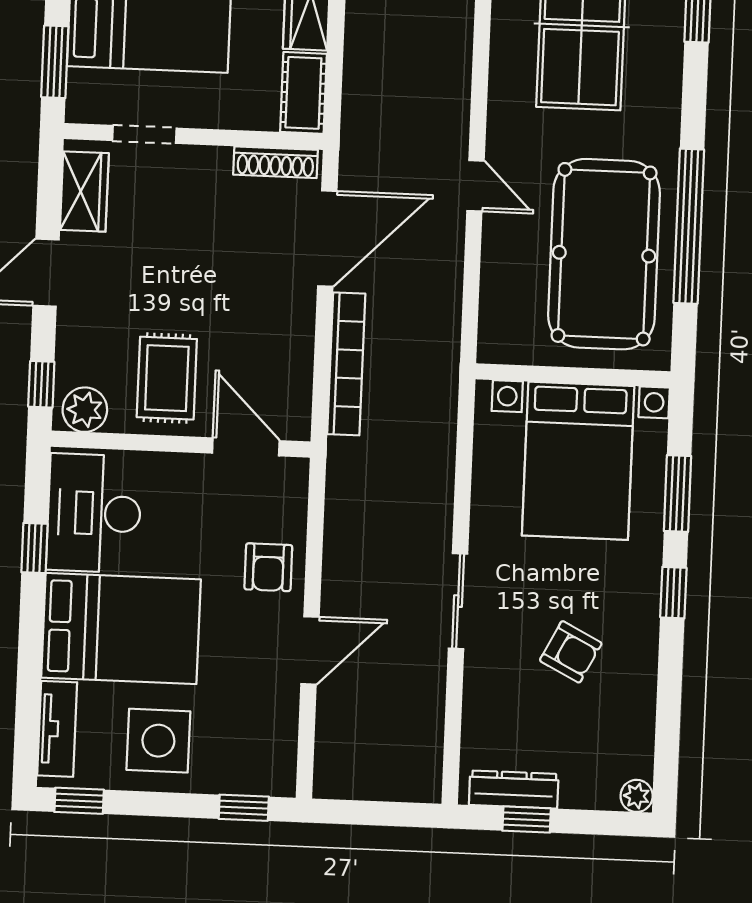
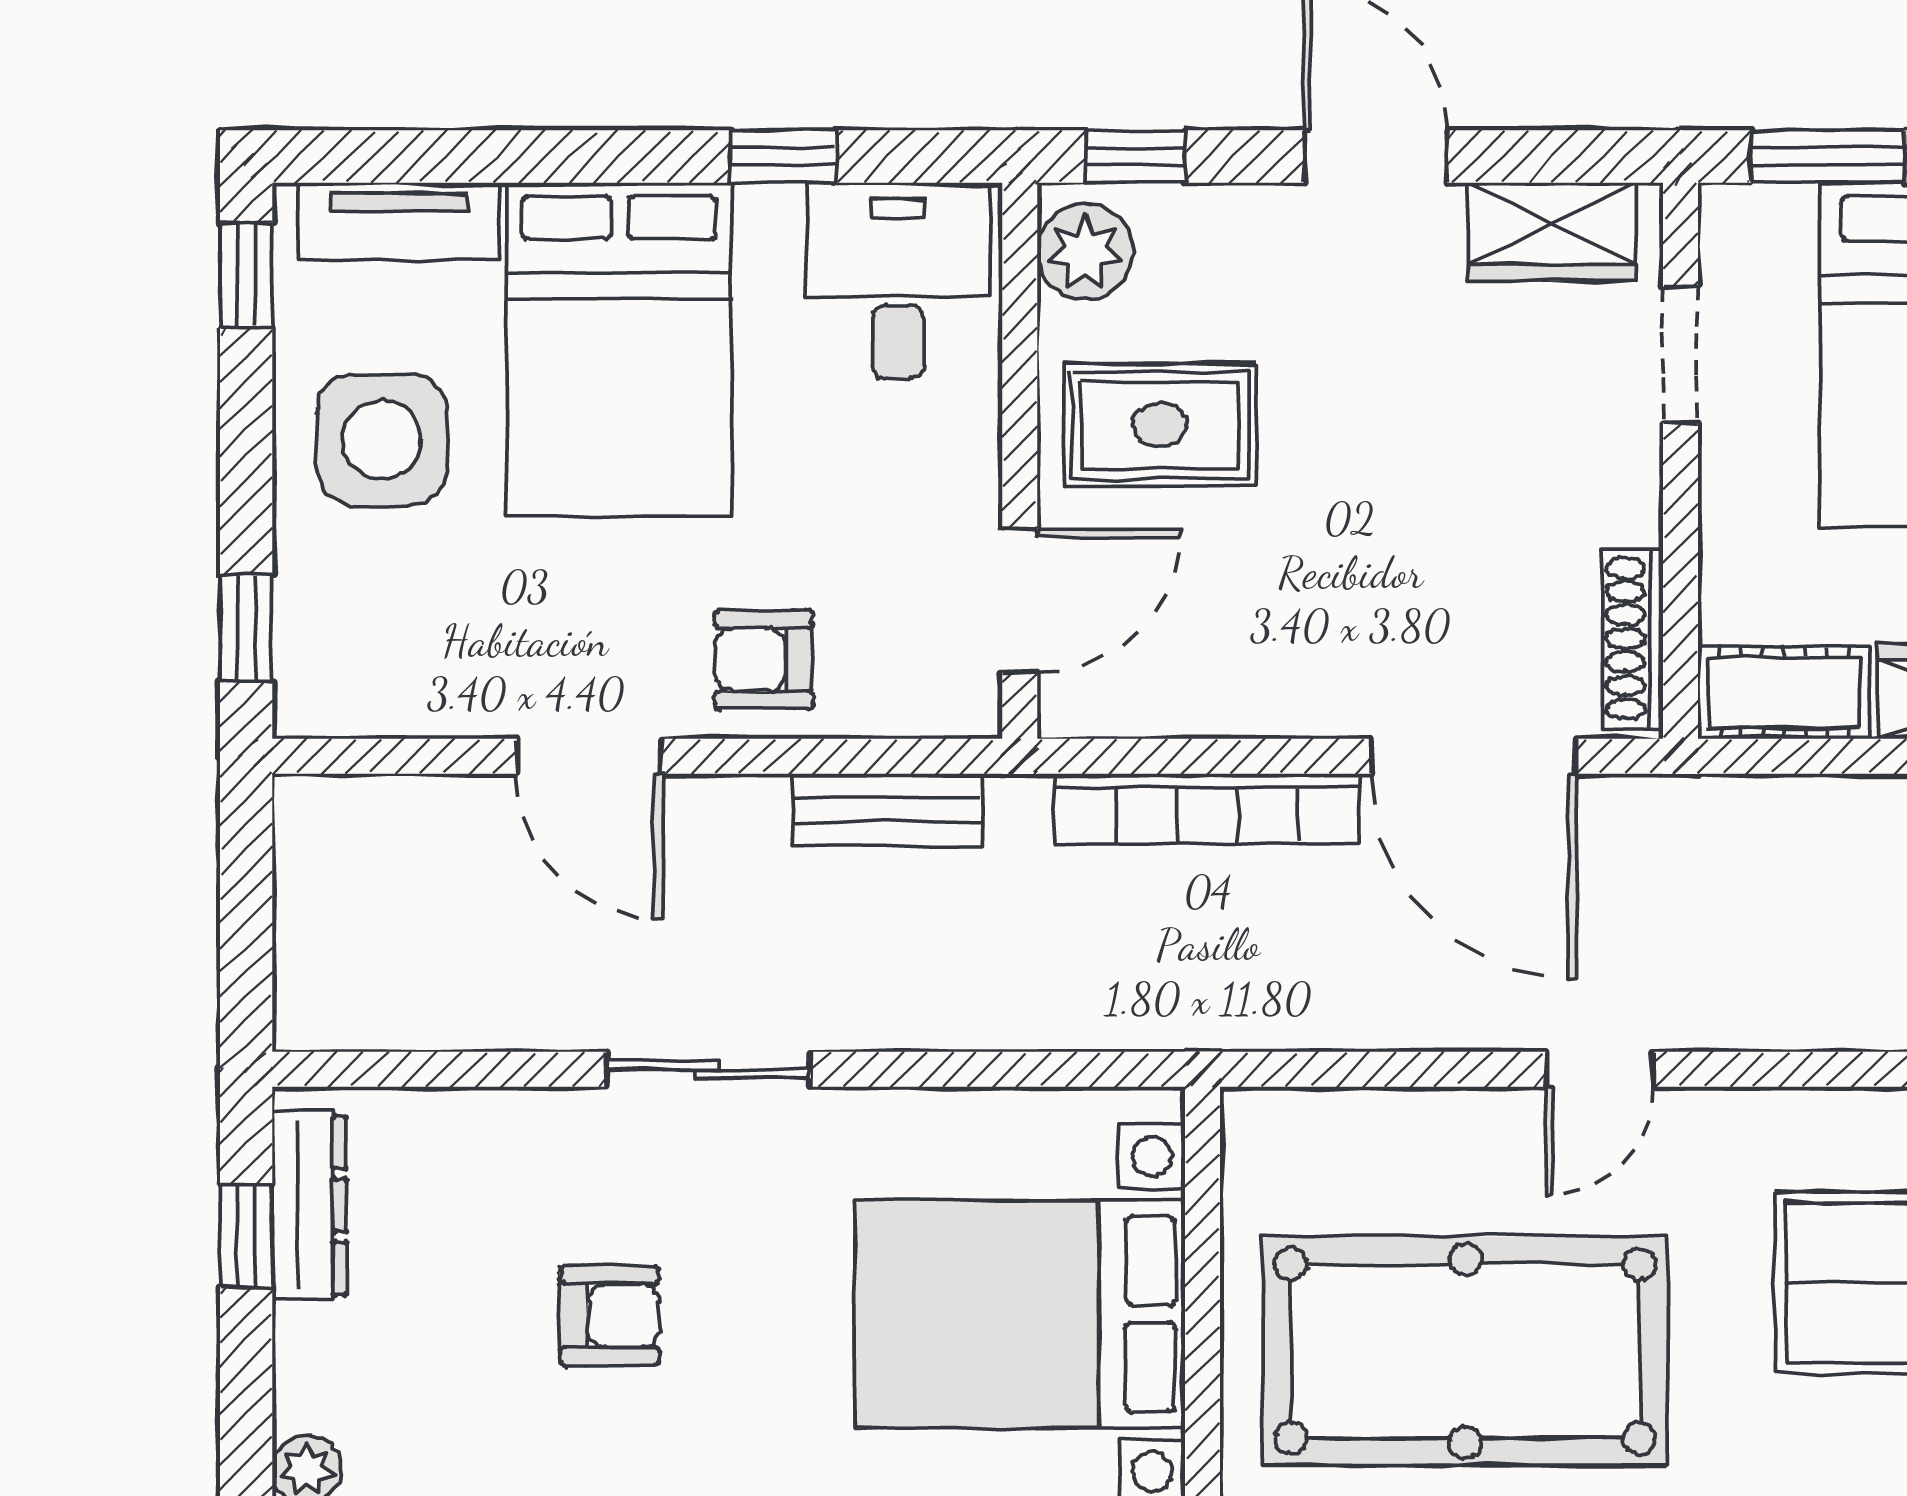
desk: (94, 513) -> (898, 281), width x0.73
bench: (341, 513) -> (887, 810), added
armchair: (571, 652) -> (610, 1315), turned -117

